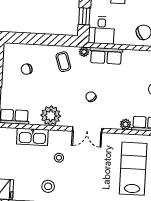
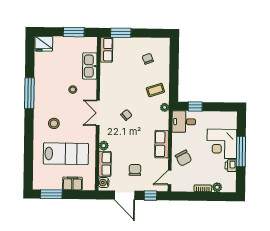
row of seats: (106, 56) -> (162, 144), moved
plant: (51, 116) -> (109, 81), removed
stool: (48, 186) -> (54, 123), moved

